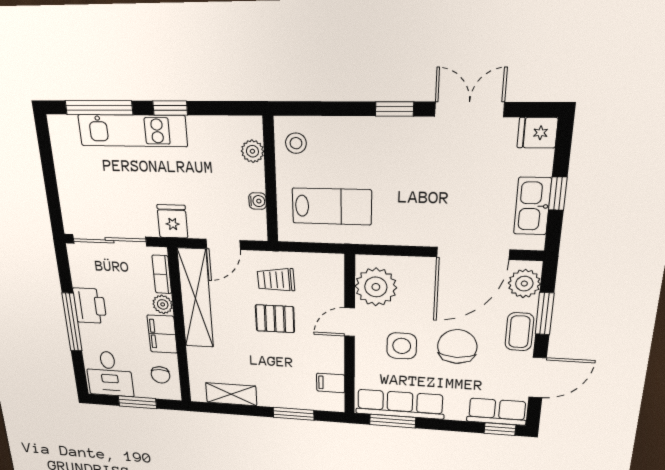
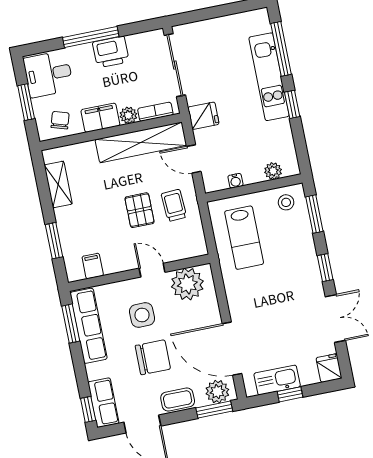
window: (318, 109) -> (314, 214), added
window: (545, 314) -> (214, 410), moved
chair: (160, 375) -> (60, 120), turned 107

